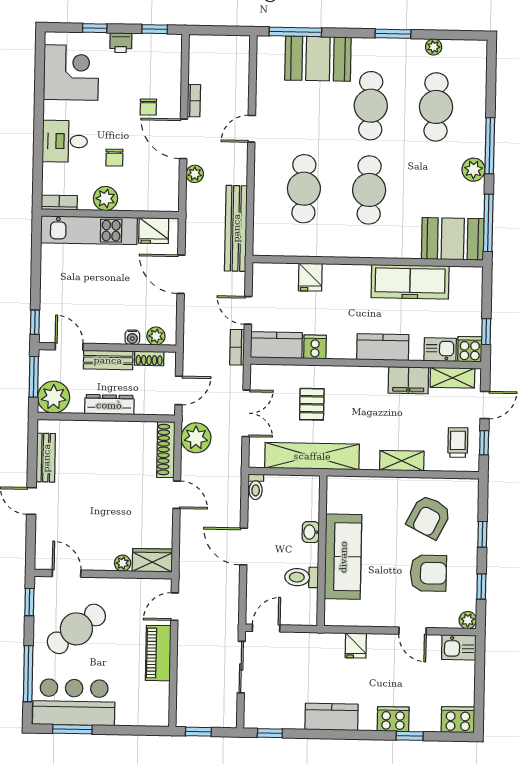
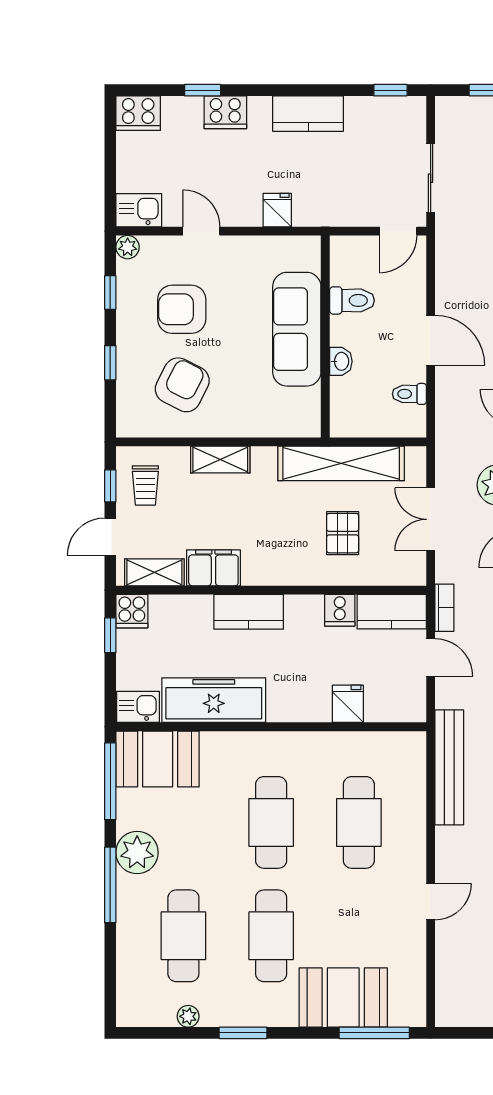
plant: (473, 170) -> (137, 852), width x1.36, depth x1.36
kitchen sink: (440, 350) -> (138, 707), moved, turned 180
toilet: (256, 487) -> (409, 394), moved, turned -90

